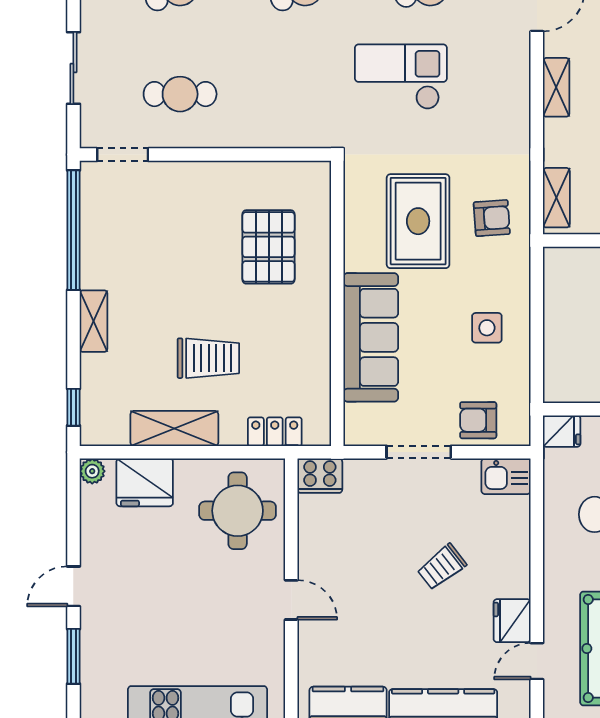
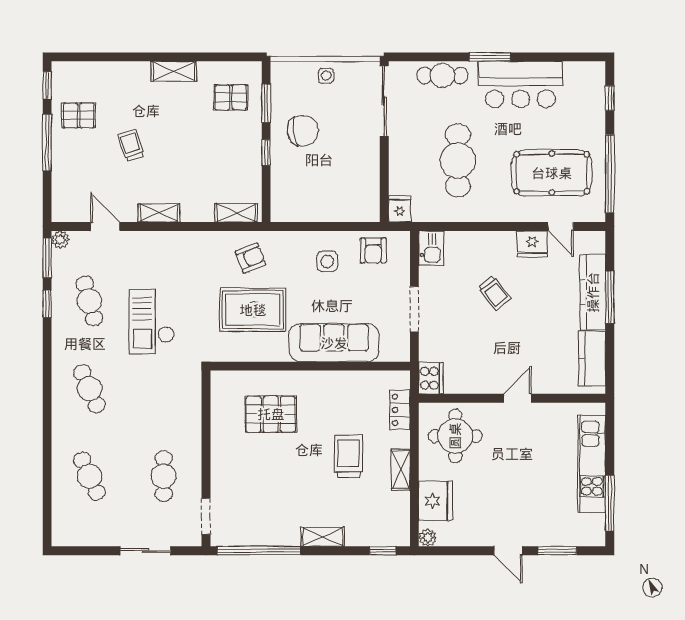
armchair: (492, 218) -> (250, 258), turned 72
armchair: (478, 420) -> (373, 250), moved
shelving: (174, 429) -> (401, 470), width x0.67, depth x0.75

